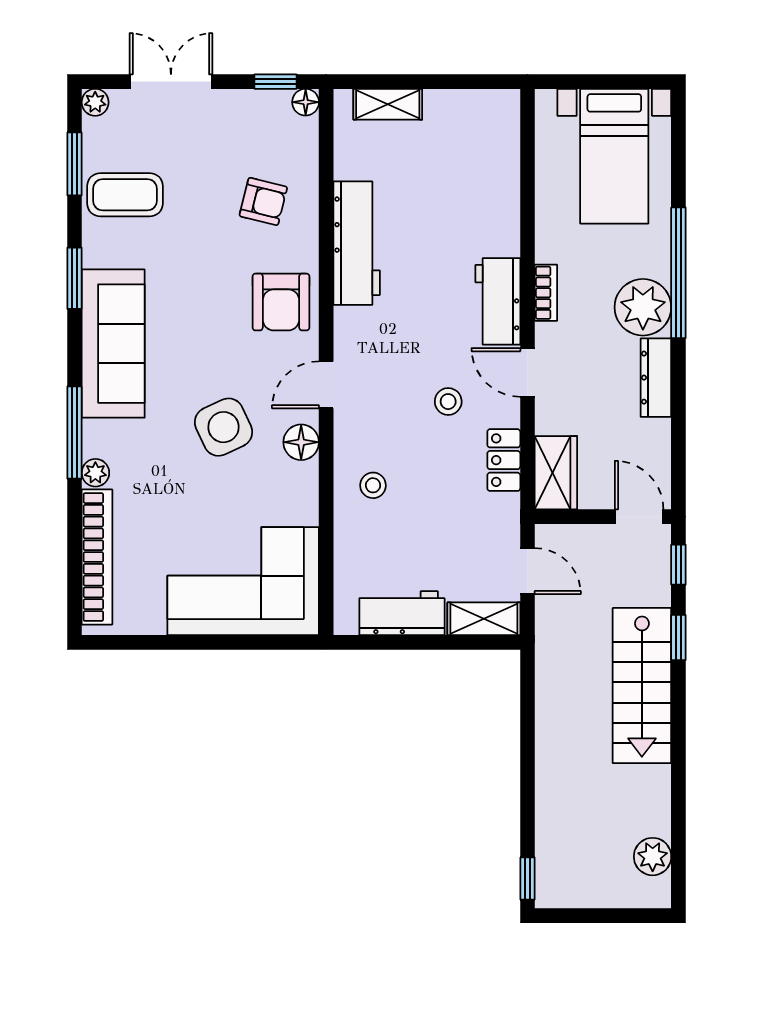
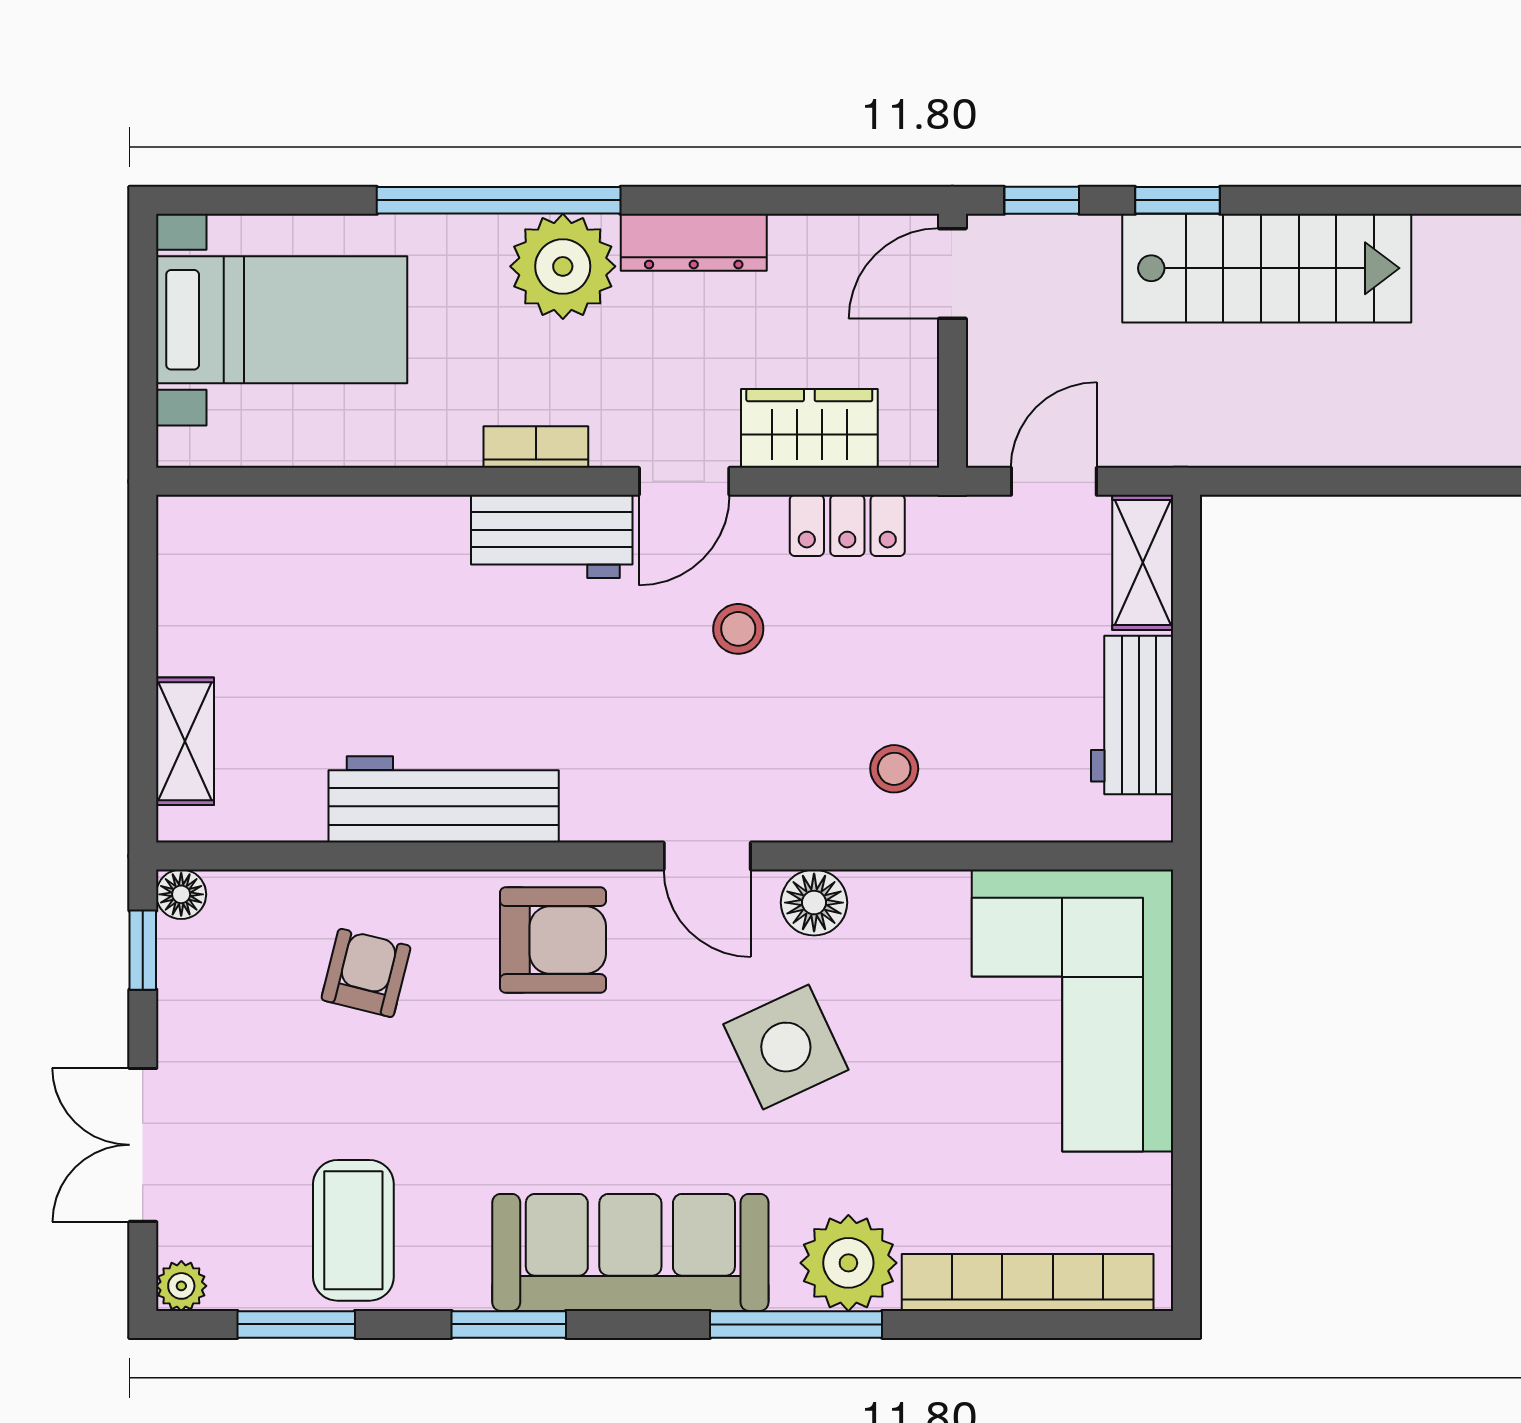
plant: (95, 473) -> (848, 1263), width x1.87, depth x1.87
wardrobe: (556, 473) -> (809, 428), moved

